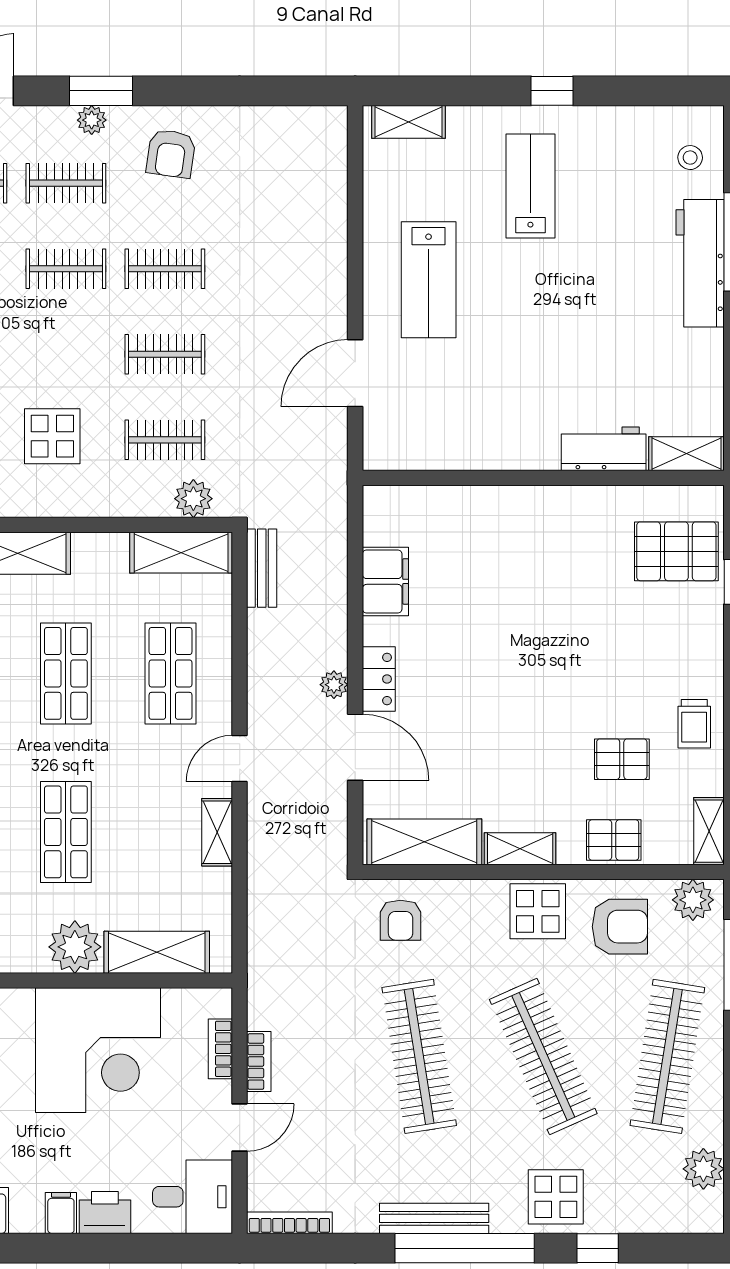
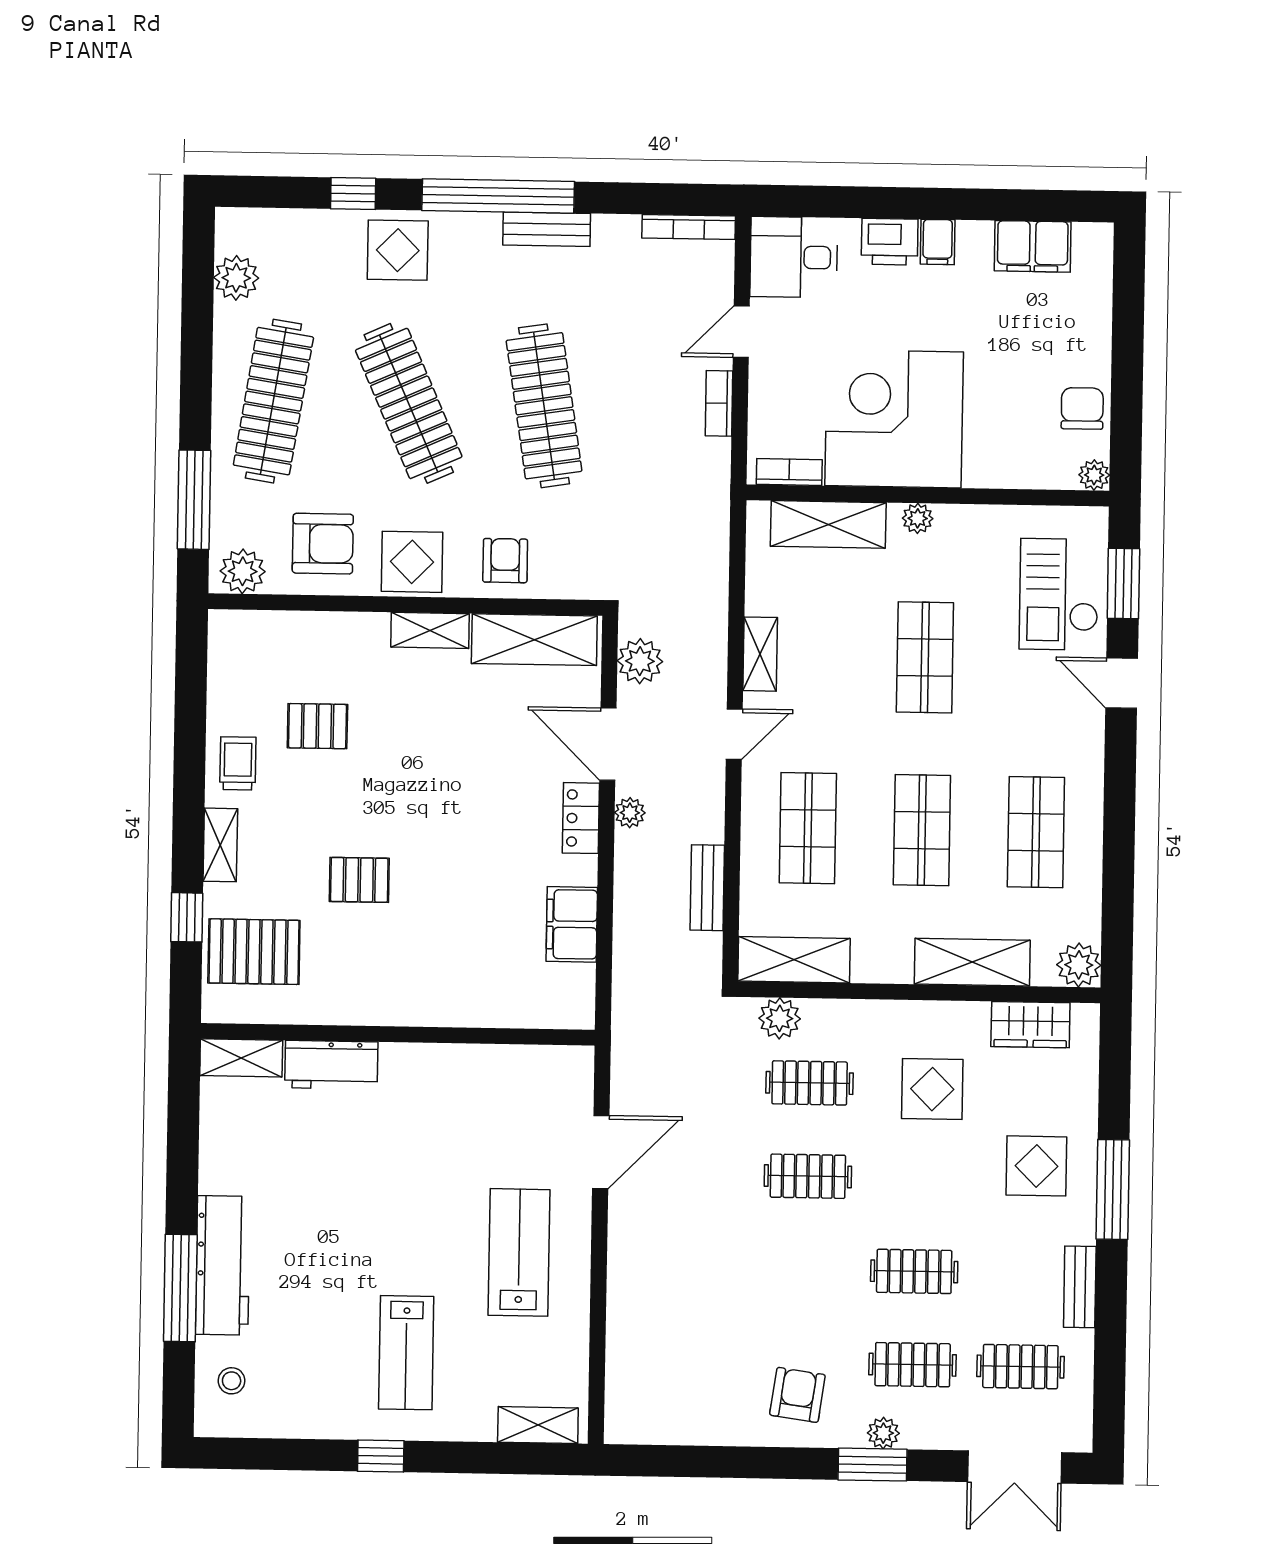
clothes rail: (165, 269) -> (806, 1270), removed
bench: (262, 568) -> (707, 888), moved
plant: (327, 824) -> (640, 661), added
shelving: (709, 831) -> (220, 845), moved
pallet: (614, 840) -> (359, 880), moved
armchair: (401, 920) -> (505, 561), moved
armchair: (620, 927) -> (323, 544), turned 180
plant: (75, 947) -> (918, 518), width x0.53, depth x0.53
bookcase: (220, 1049) -> (789, 472), moved, turned -90
bench: (434, 1218) -> (547, 229), width x0.73

